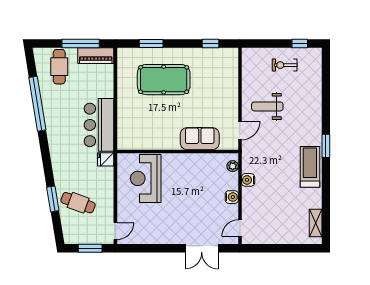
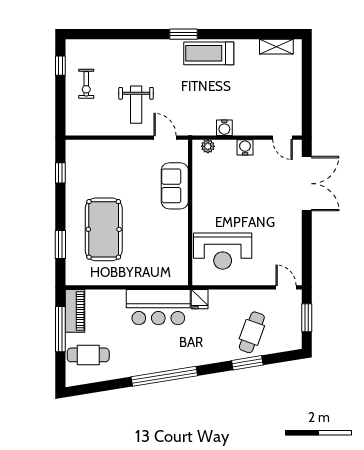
window: (37, 104) -> (164, 376), moved
double door: (202, 248) -> (307, 184), width x1.37

